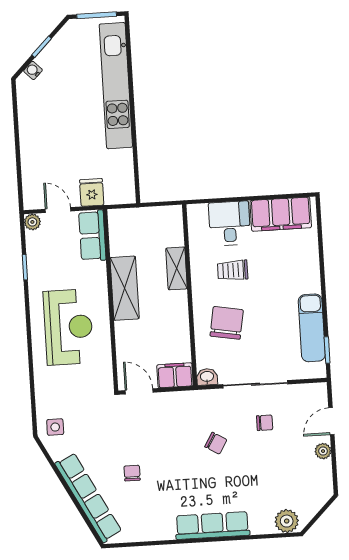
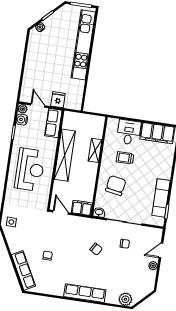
water cooler: (35, 241) -> (22, 120), added
shelving: (125, 288) -> (65, 155), width x1.47
row of seats: (88, 498) -> (23, 270), width x0.73

